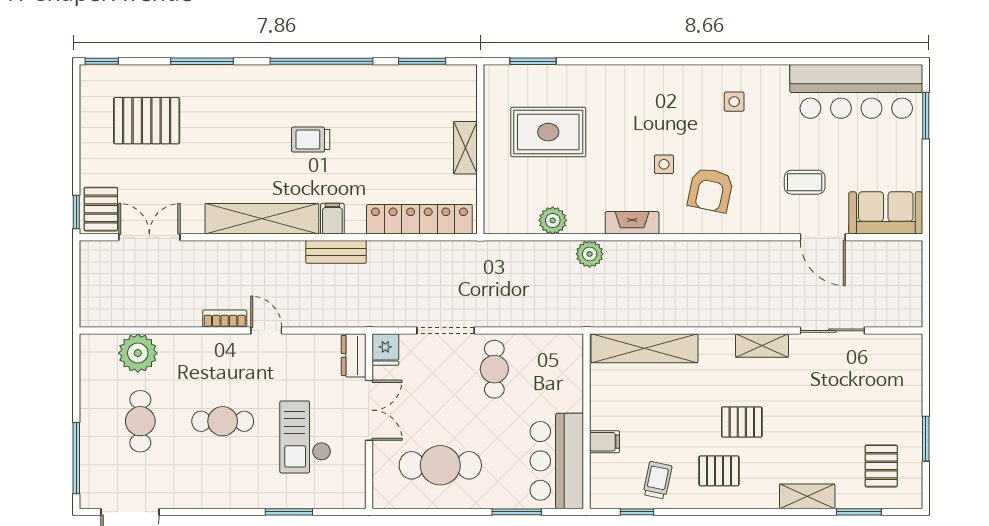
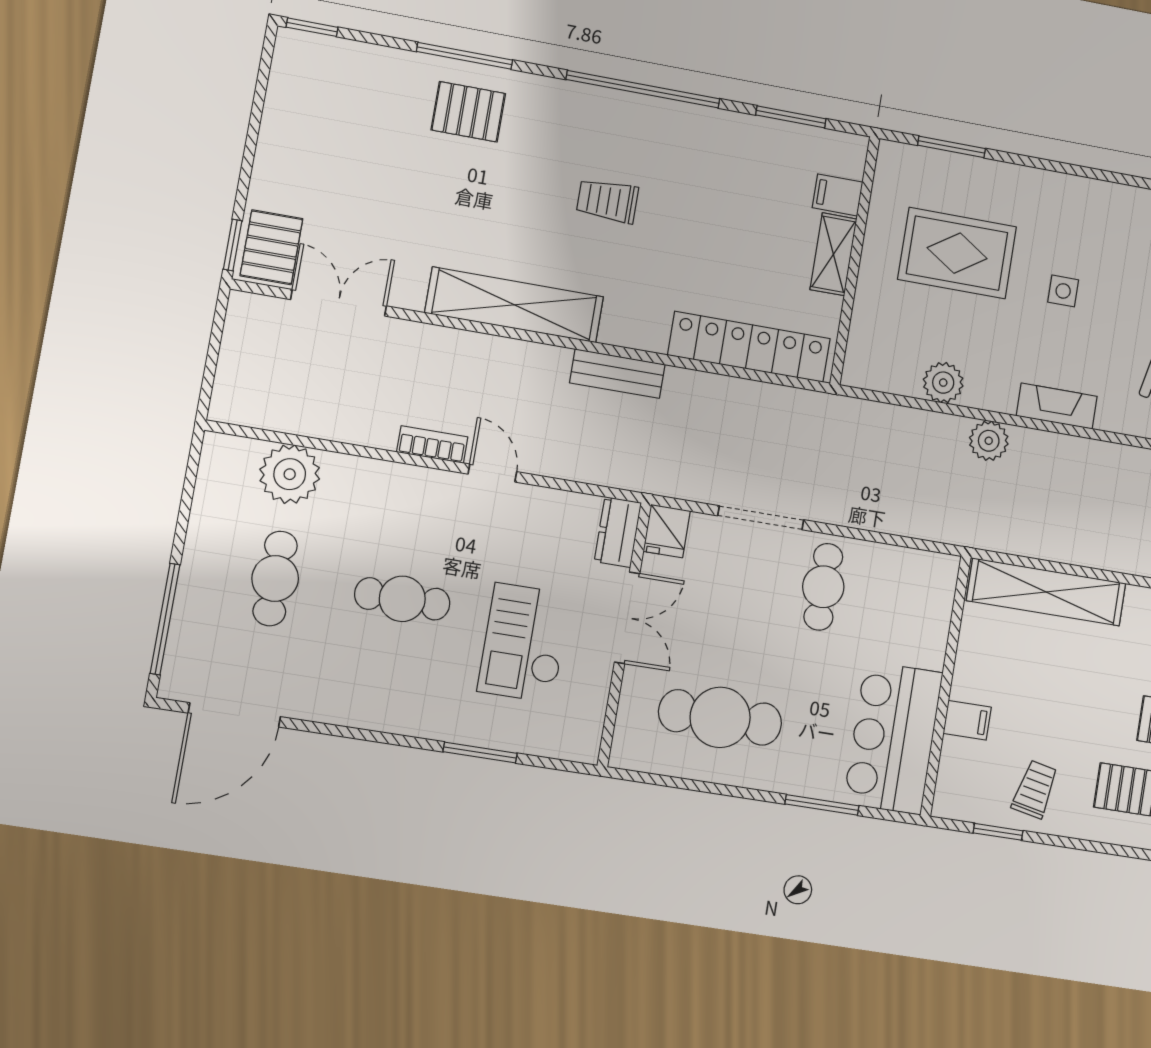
pallet: (147, 121) -> (468, 112), moved, width x0.67, depth x0.71
side table: (664, 164) -> (1063, 291), moved
filing cabinet: (332, 219) -> (837, 195), moved, turned -90

